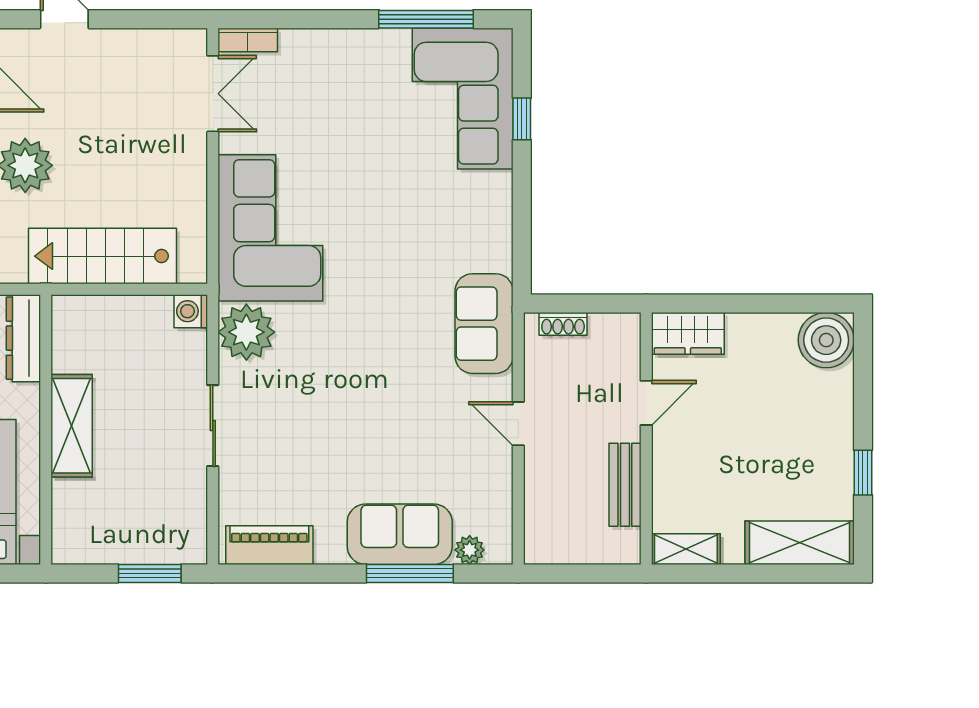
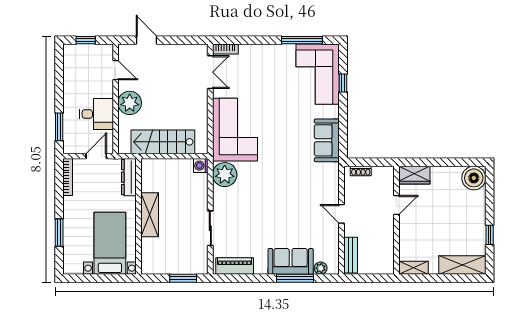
sofa: (484, 324) -> (327, 140), moved
sliding door: (213, 426) -> (210, 228), moved
bench: (625, 485) -> (351, 255), moved

